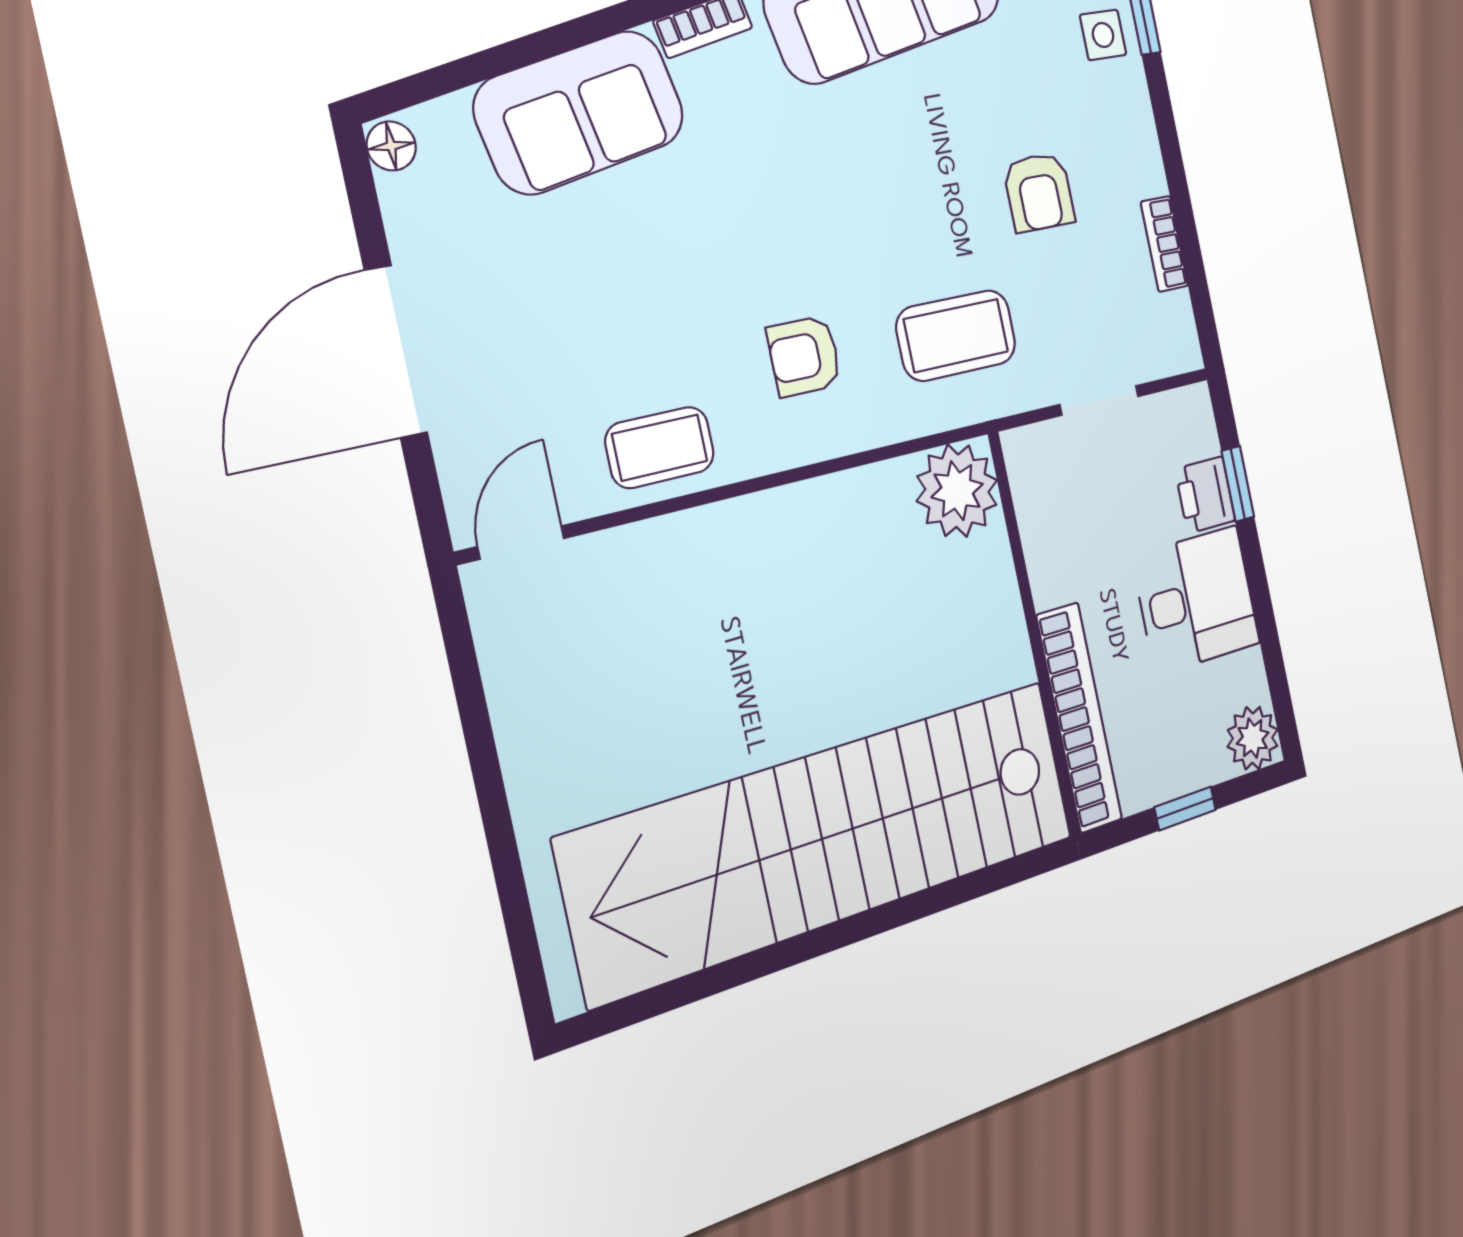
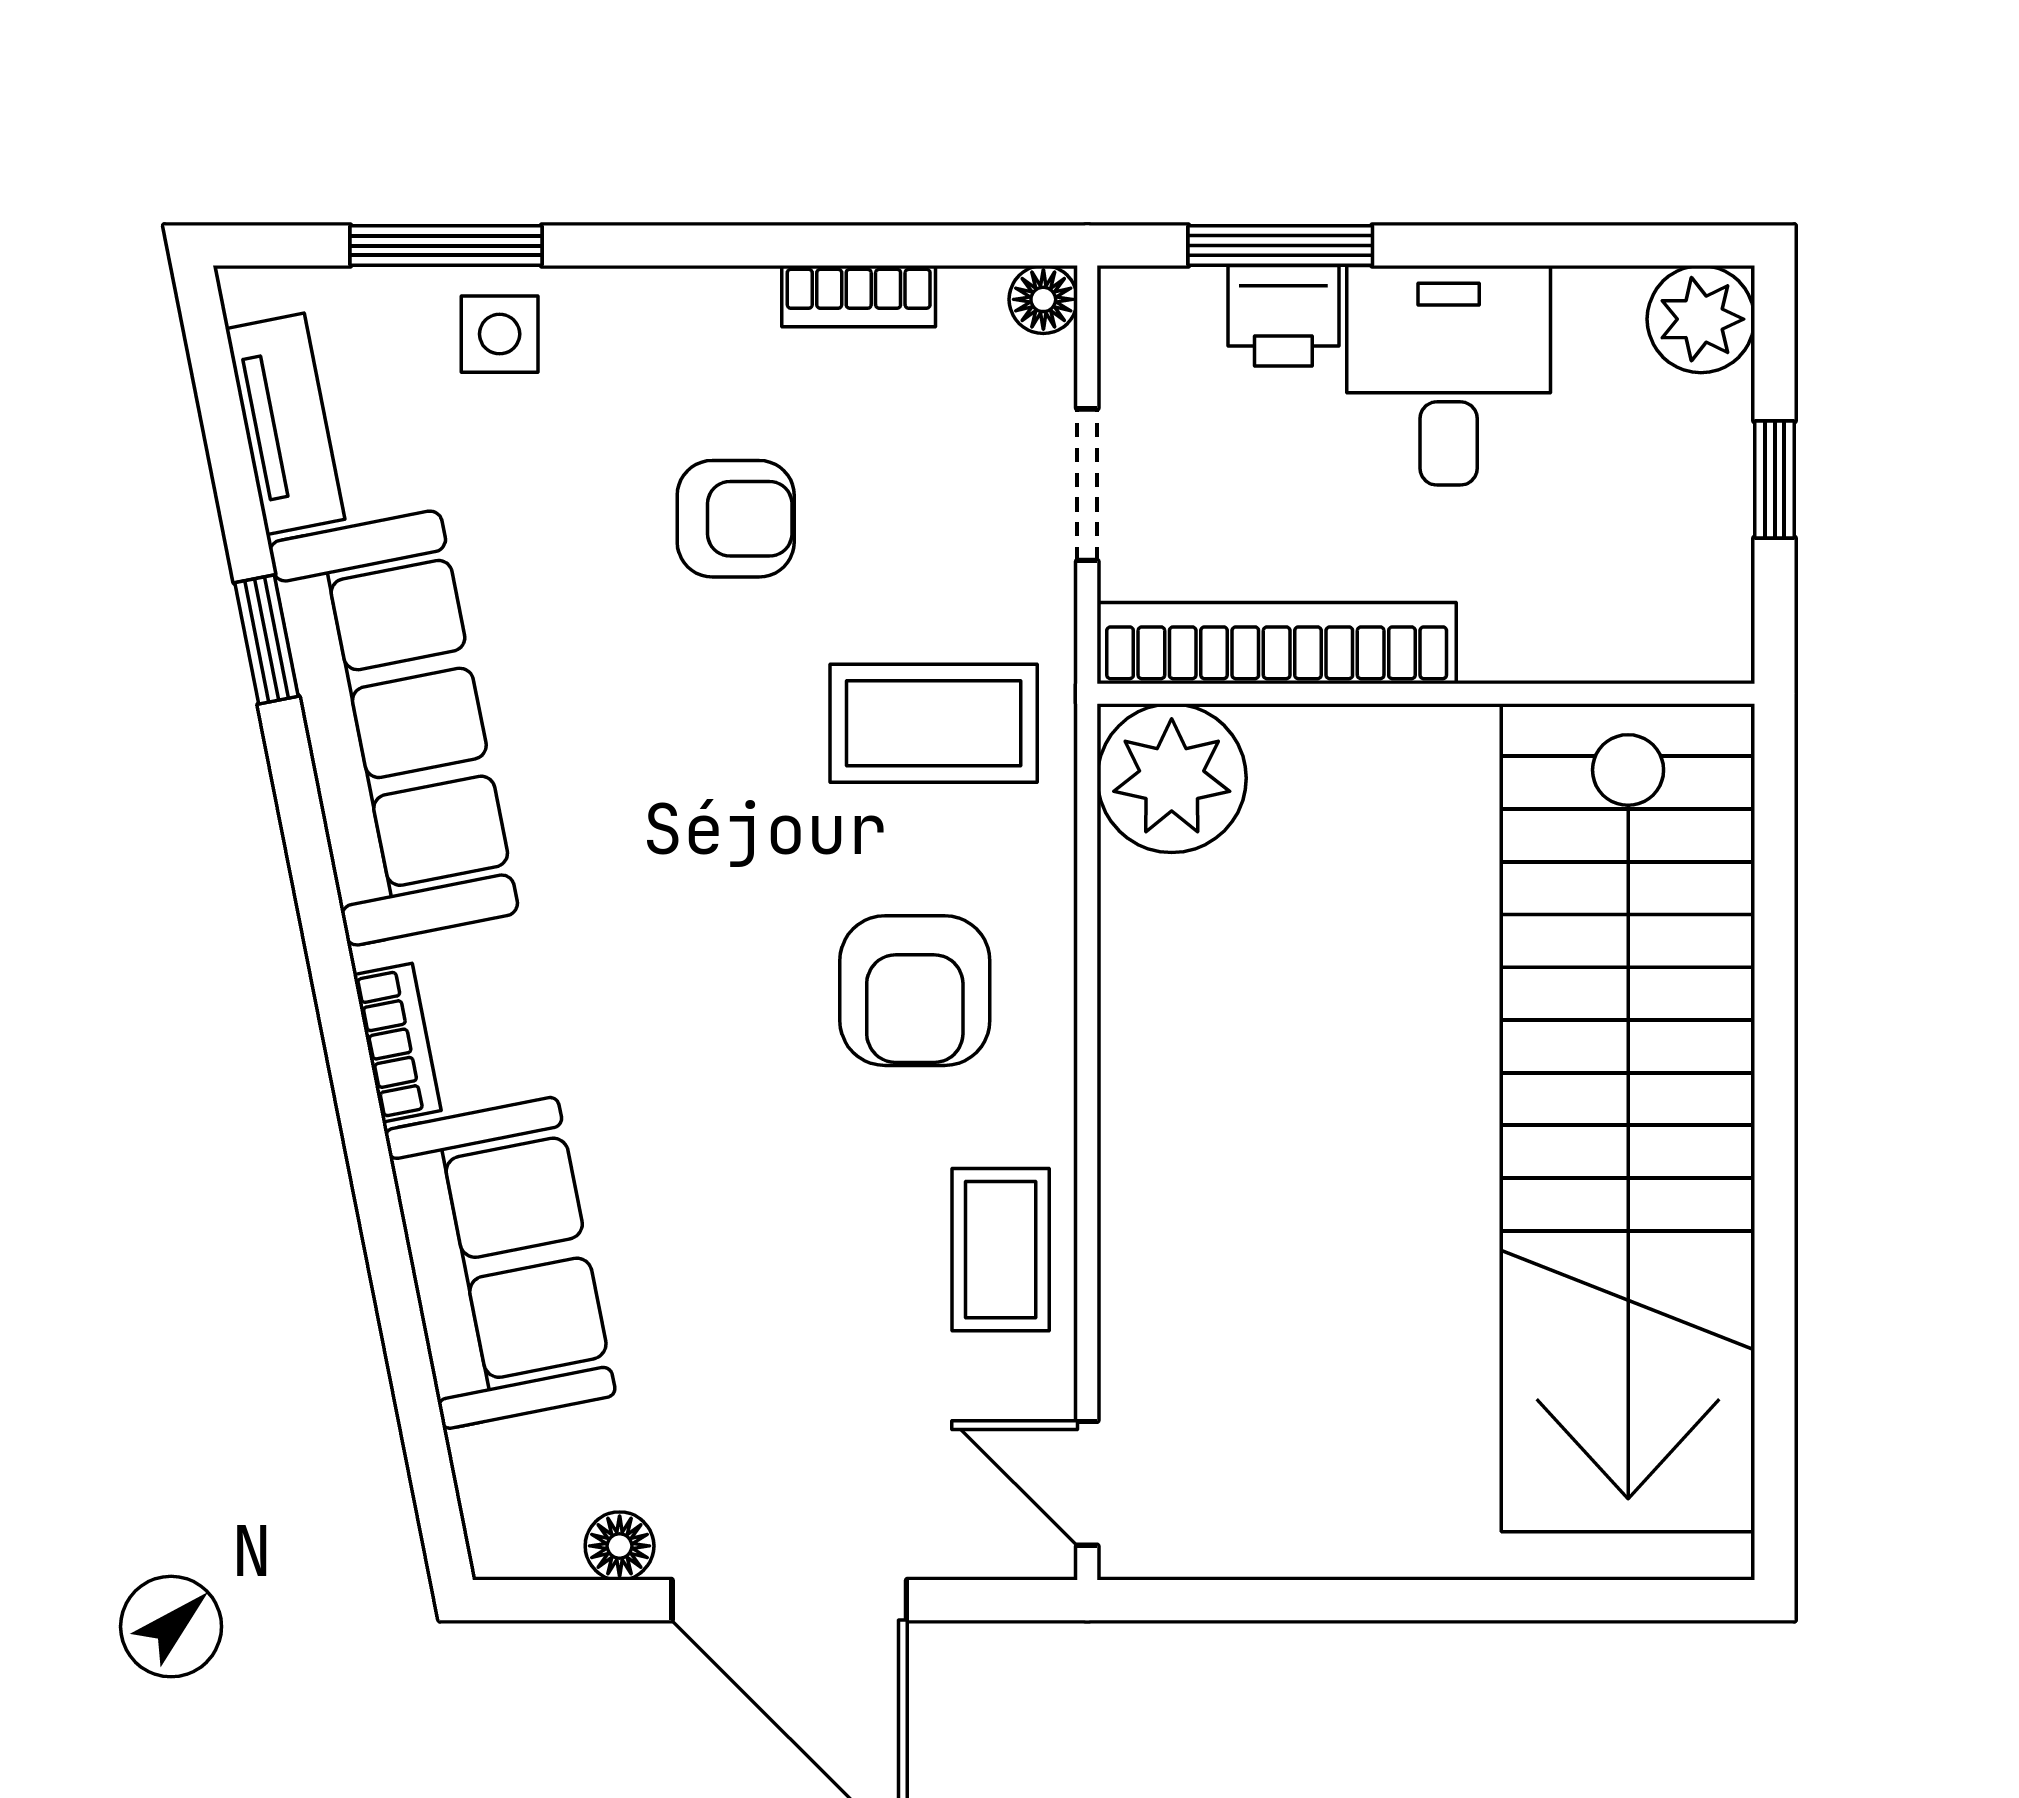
floor lamp: (391, 146) -> (620, 1546), moved
coffee table: (956, 335) -> (934, 723), turned 90
floor lamp: (1185, 352) -> (1043, 299), added
armchair: (804, 356) -> (915, 991), width x1.38, depth x1.38
window: (1238, 484) -> (1280, 246), width x1.50
bookcase: (1079, 717) -> (1277, 643), moved

